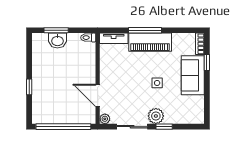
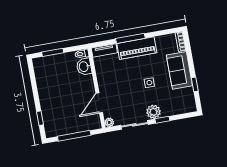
washbasin: (57, 41) -> (84, 67), moved, turned 90
window: (207, 63) -> (195, 84), moved
window: (29, 87) -> (40, 118), moved
door: (98, 95) -> (99, 103), hinge flipped
window: (63, 127) -> (74, 136), width x0.68

